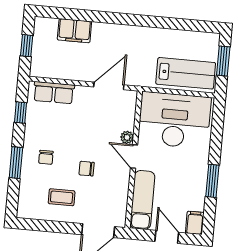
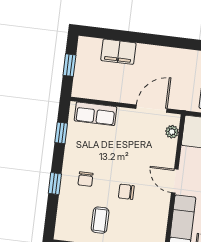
plant: (127, 137) -> (172, 132), moved
window: (16, 163) -> (55, 184), width x0.67
coffee table: (62, 197) -> (100, 220), turned 90

